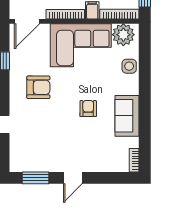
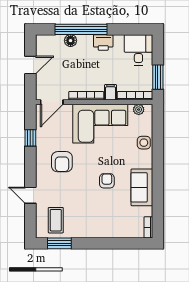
plant: (123, 35) -> (139, 110), width x0.53, depth x0.53
armchair: (38, 87) -> (62, 162), turned 90
coffee table: (32, 152) -> (56, 220), added
door: (73, 178) -> (93, 243), removed

